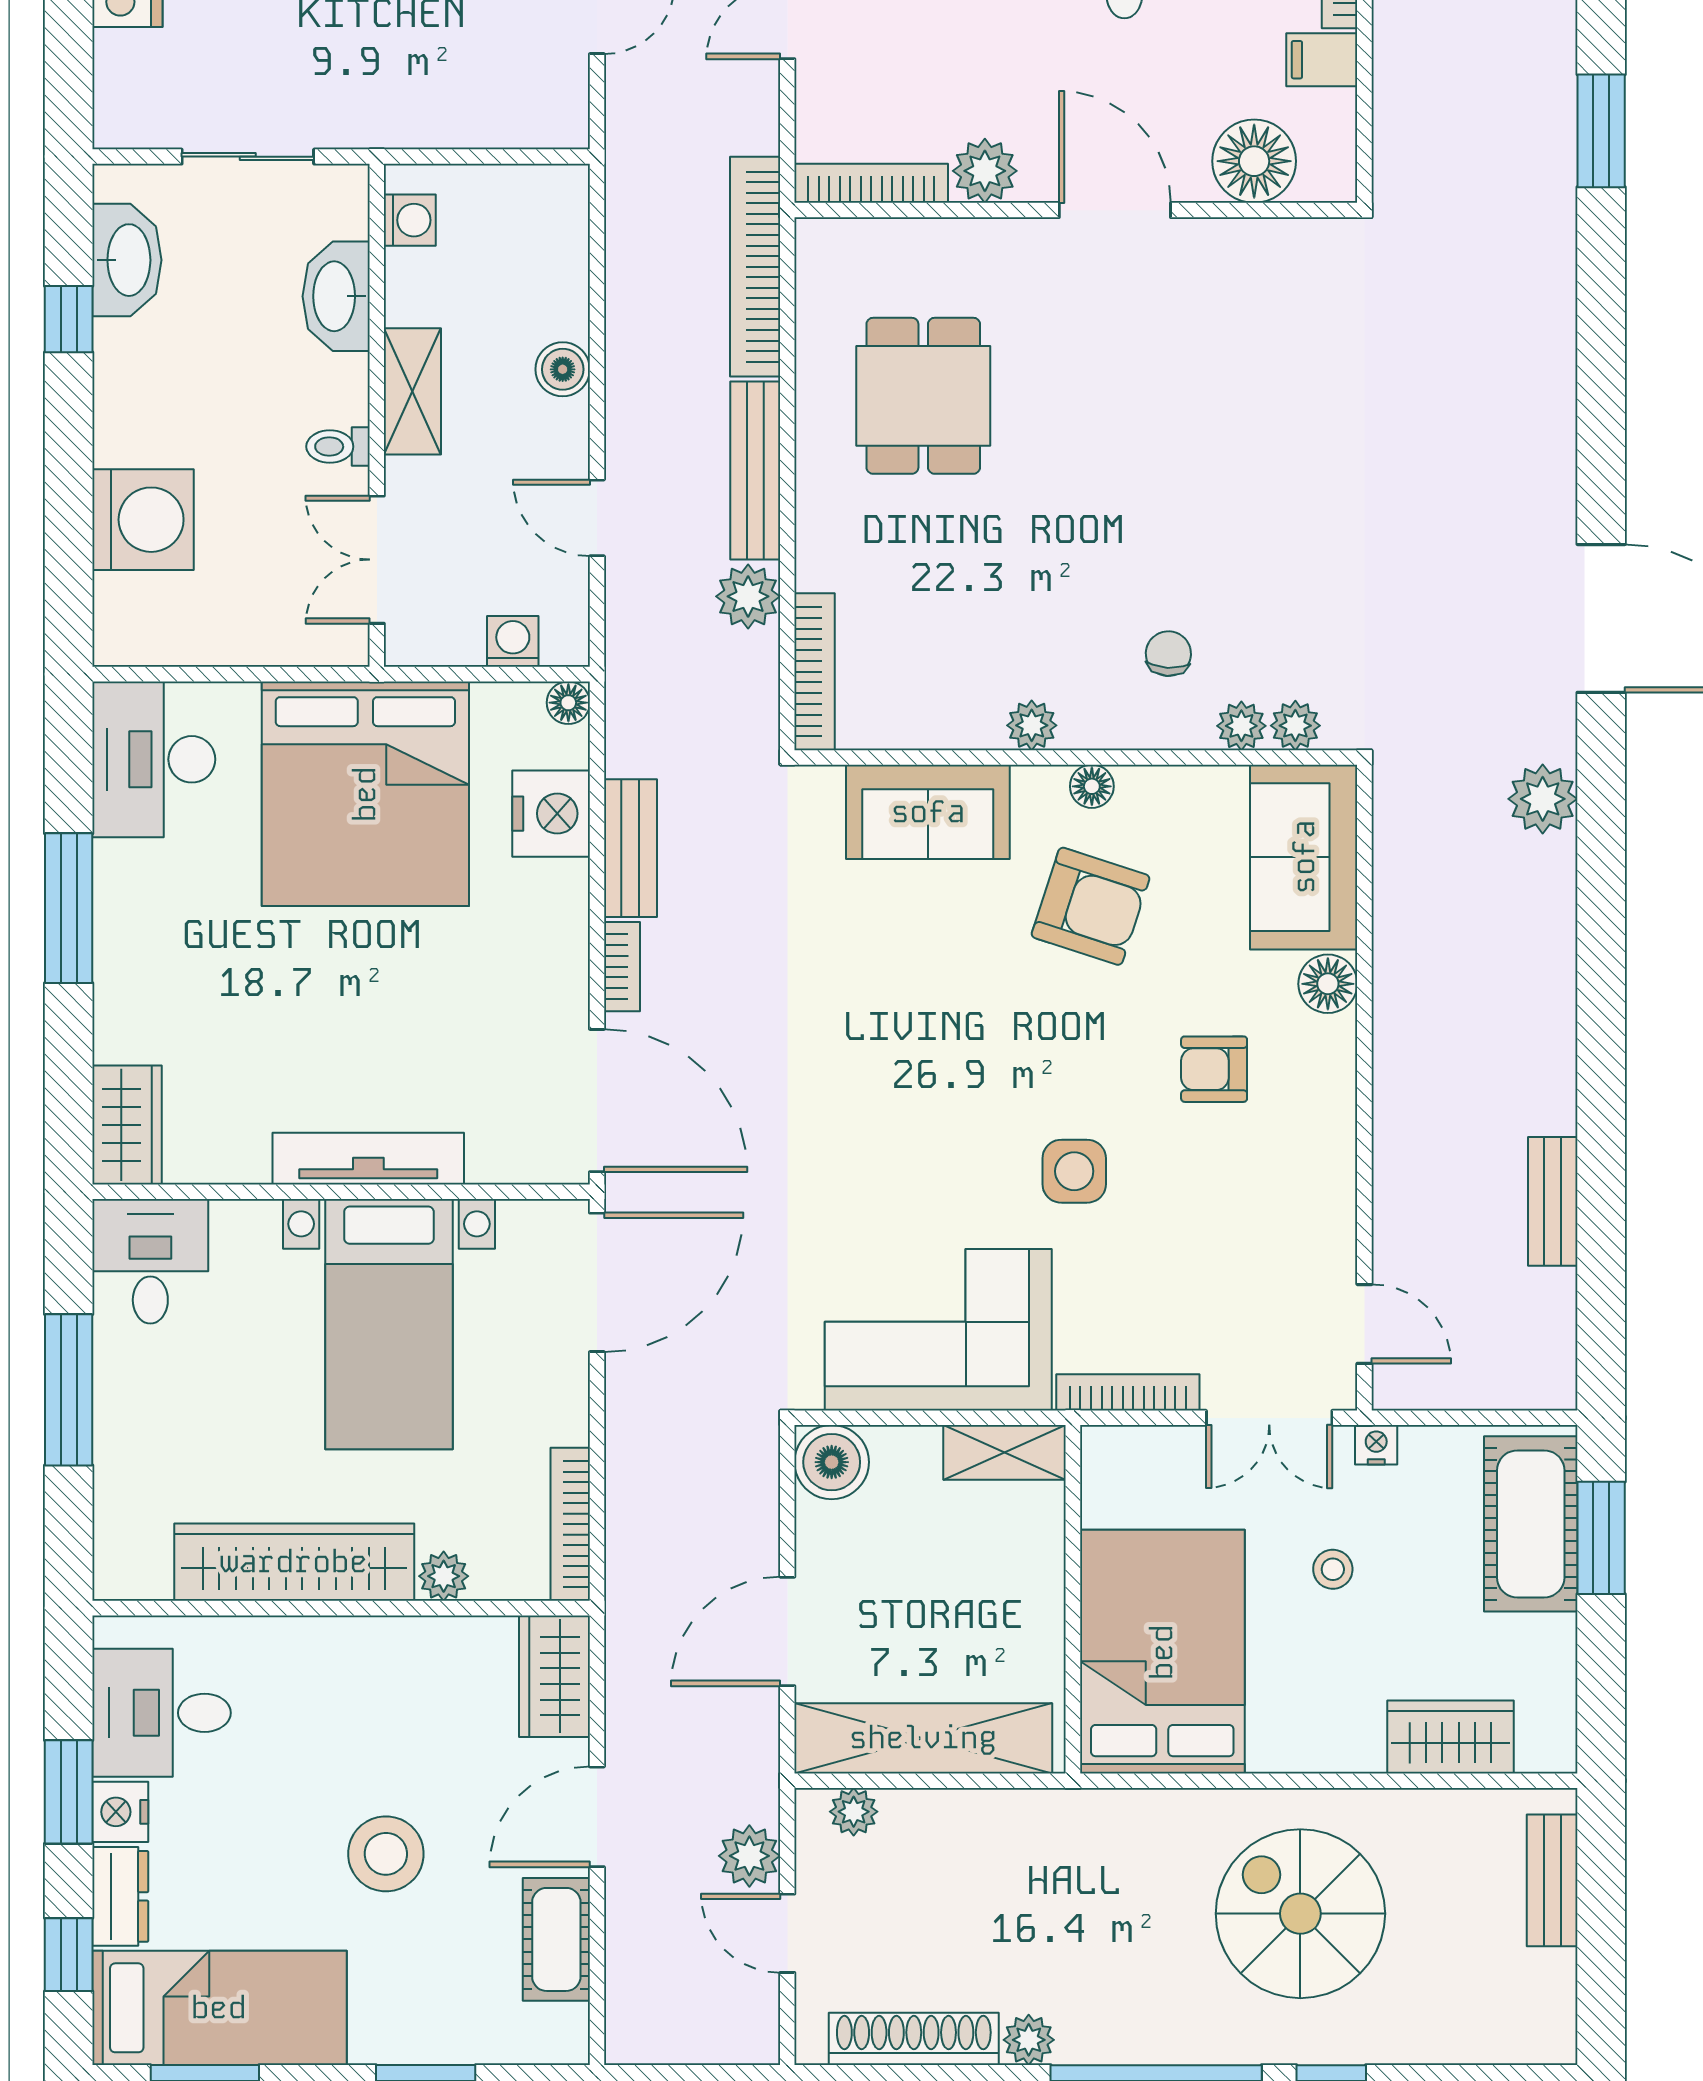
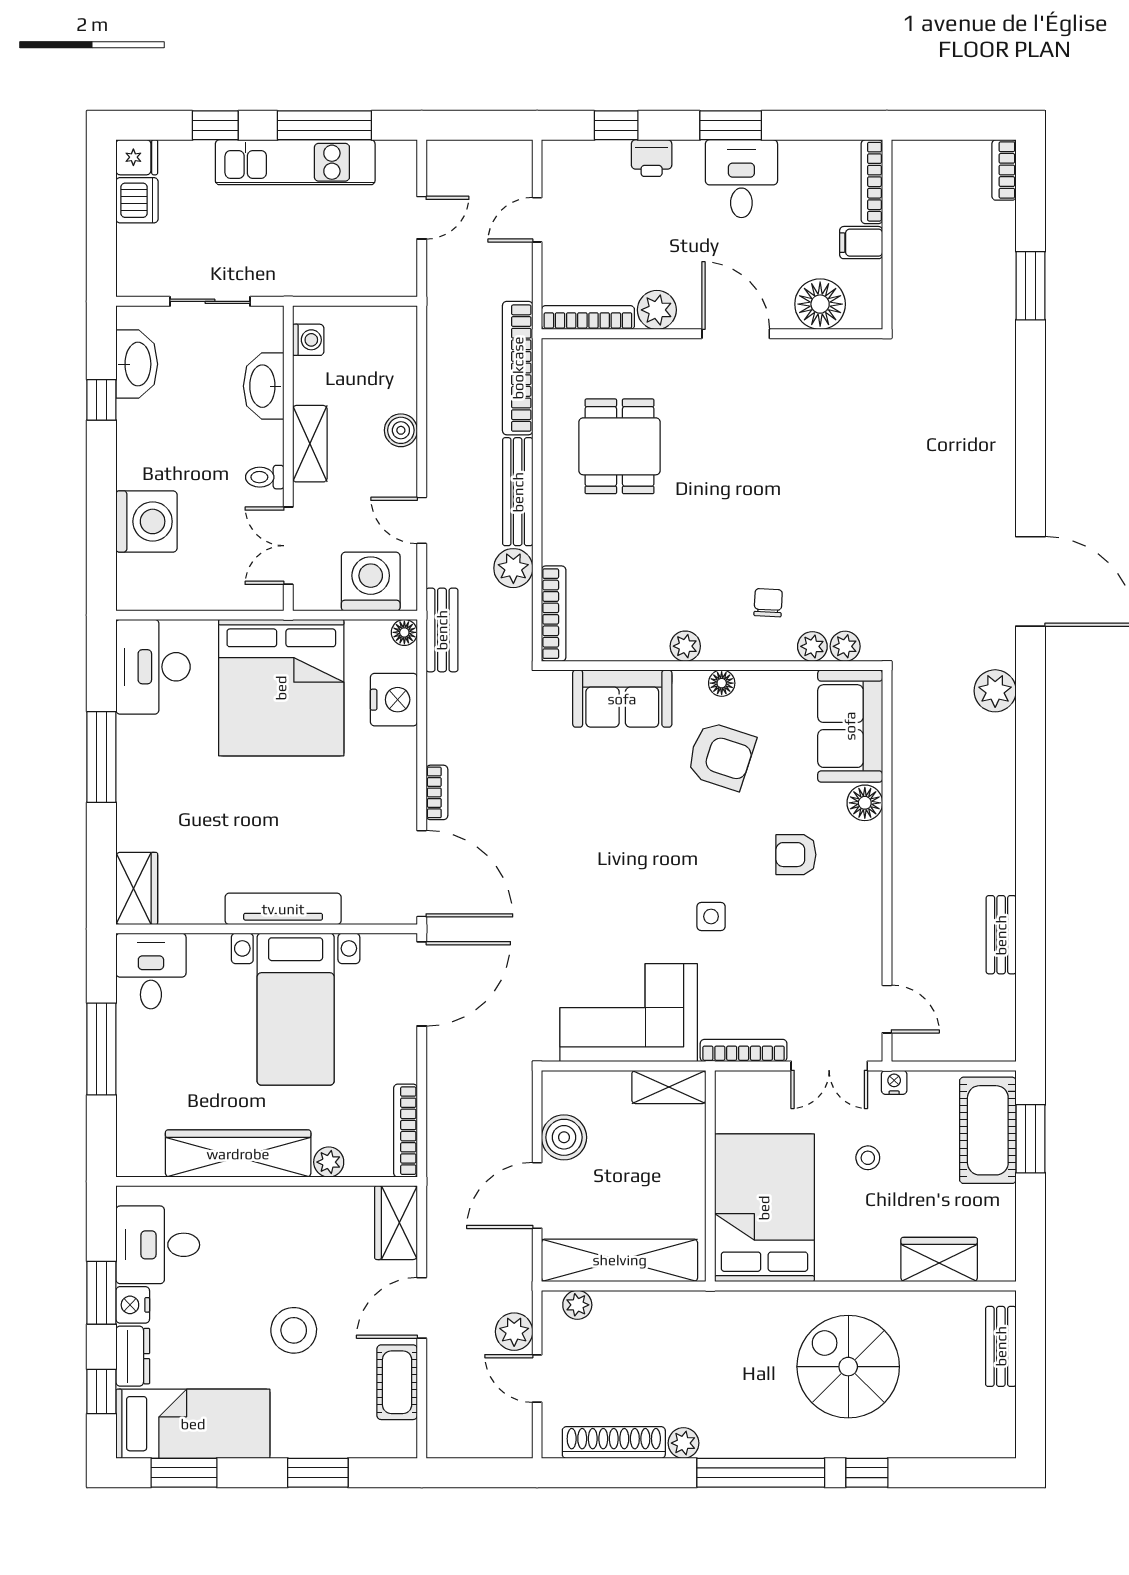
washing machine: (513, 641) -> (371, 581), width x1.89, depth x1.89
bench: (630, 848) -> (442, 630), moved
side table: (1074, 1171) -> (711, 916), width x0.73, depth x0.73
boiler: (832, 1462) -> (564, 1137), moved

